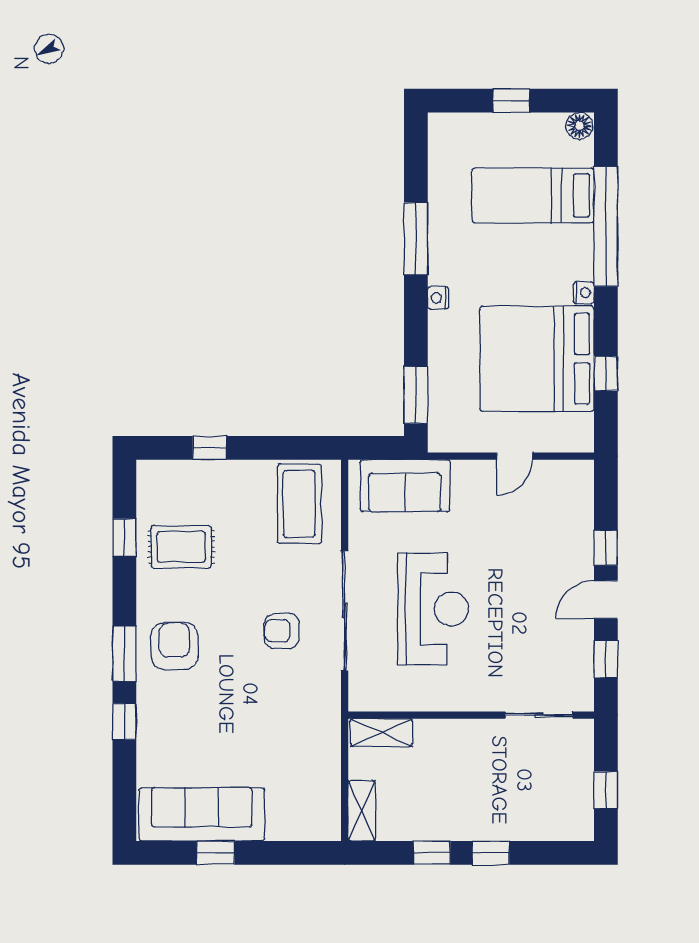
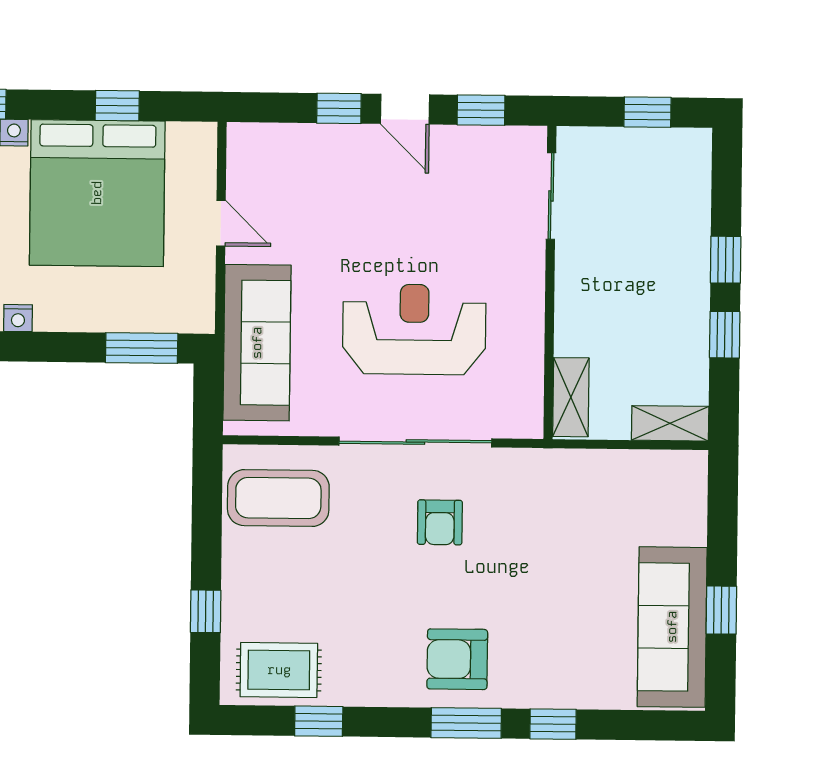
sofa: (405, 486) -> (257, 343), width x1.36
rug: (181, 547) -> (279, 670), moved, turned 90

